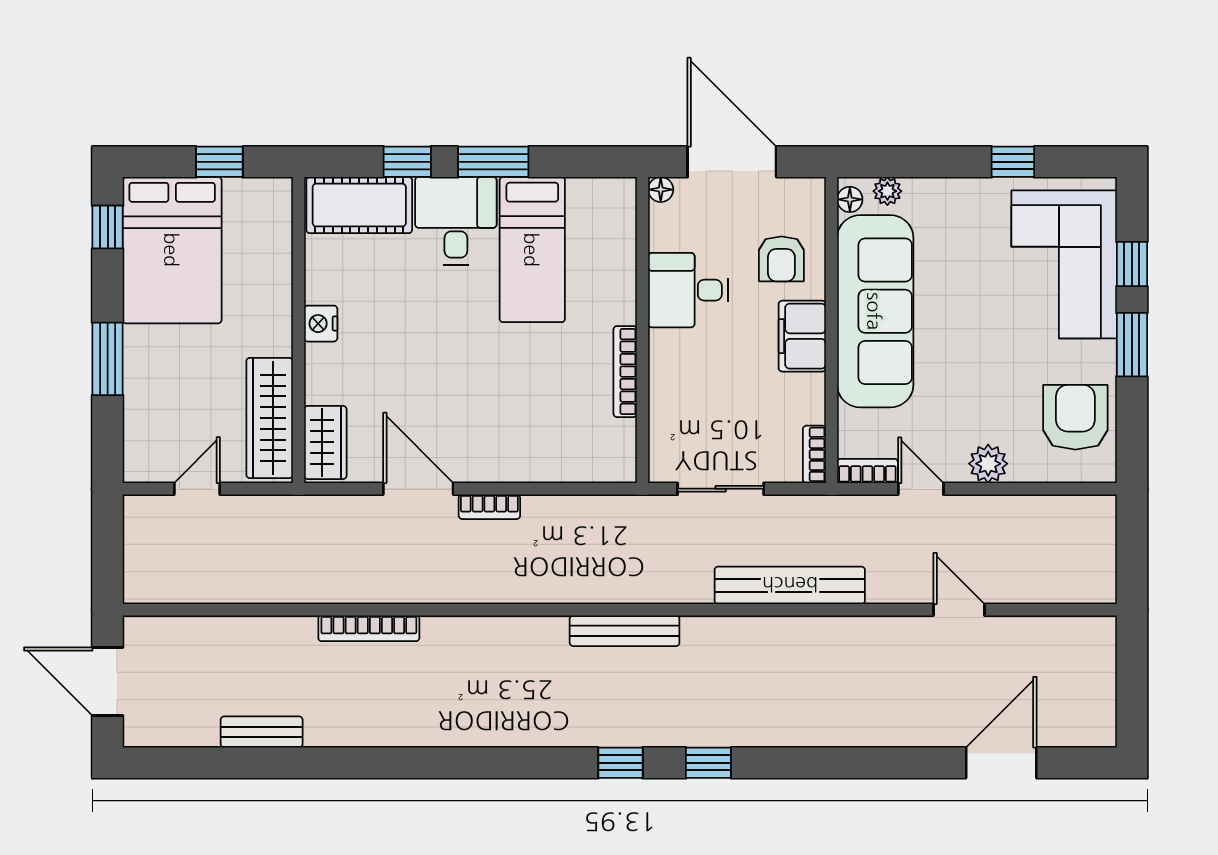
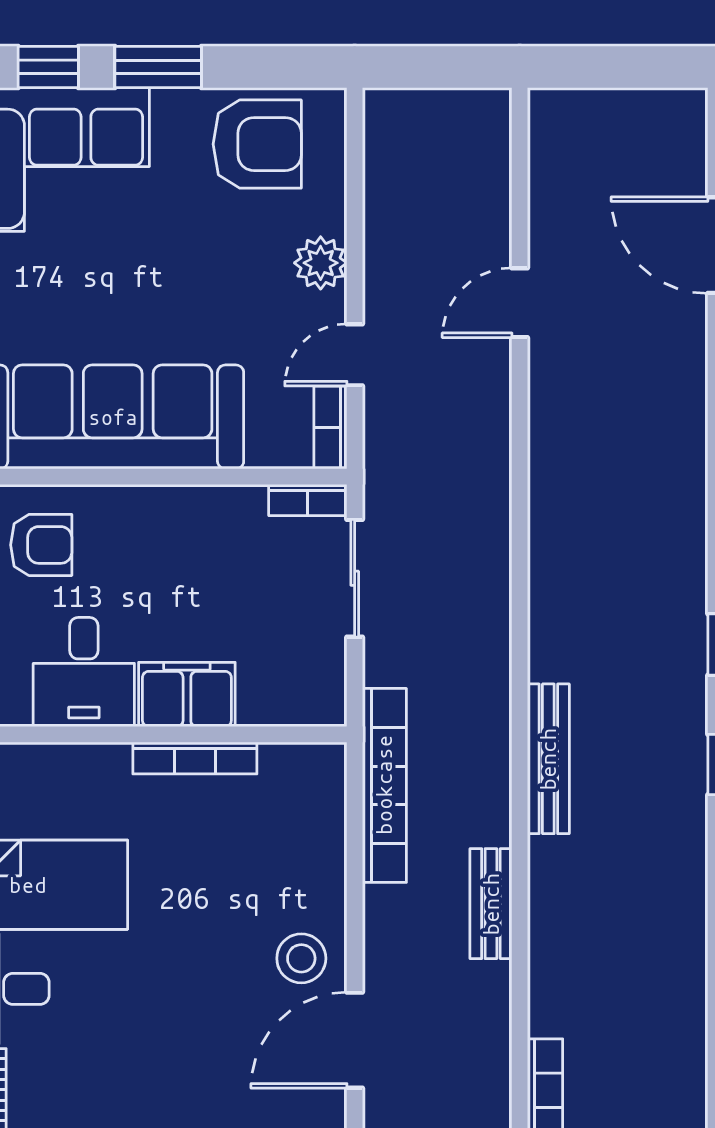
filing cabinet: (802, 336) -> (187, 695), moved, turned 180
armchair: (1075, 417) -> (257, 144), turned 180
stool: (478, 450) -> (301, 958), added
sliding door: (721, 489) -> (355, 578), moved
bookcase: (489, 507) -> (384, 785), moved, width x2.31, depth x1.31
bench: (790, 585) -> (491, 904), moved, width x0.54, depth x0.82

